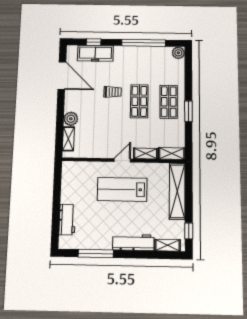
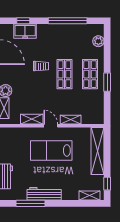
freezer: (95, 53) -> (25, 31), width x0.71
plant: (178, 53) -> (98, 41), moved
shelving: (172, 153) -> (32, 119), moved
door: (122, 160) -> (51, 126), hinge flipped
workbench: (133, 242) -> (44, 194), moved

